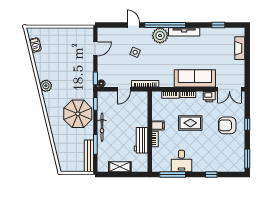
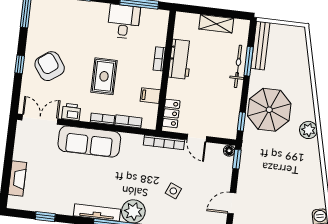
plant: (46, 86) -> (308, 130), moved
door: (124, 89) -> (197, 138), swing flipped
locker: (143, 104) -> (171, 113), added
rug: (190, 123) -> (104, 76), turned 90
armchair: (227, 125) -> (50, 66), turned -126
filing cabinet: (158, 126) -> (150, 96), moved
bicycle: (102, 127) -> (238, 66), moved

